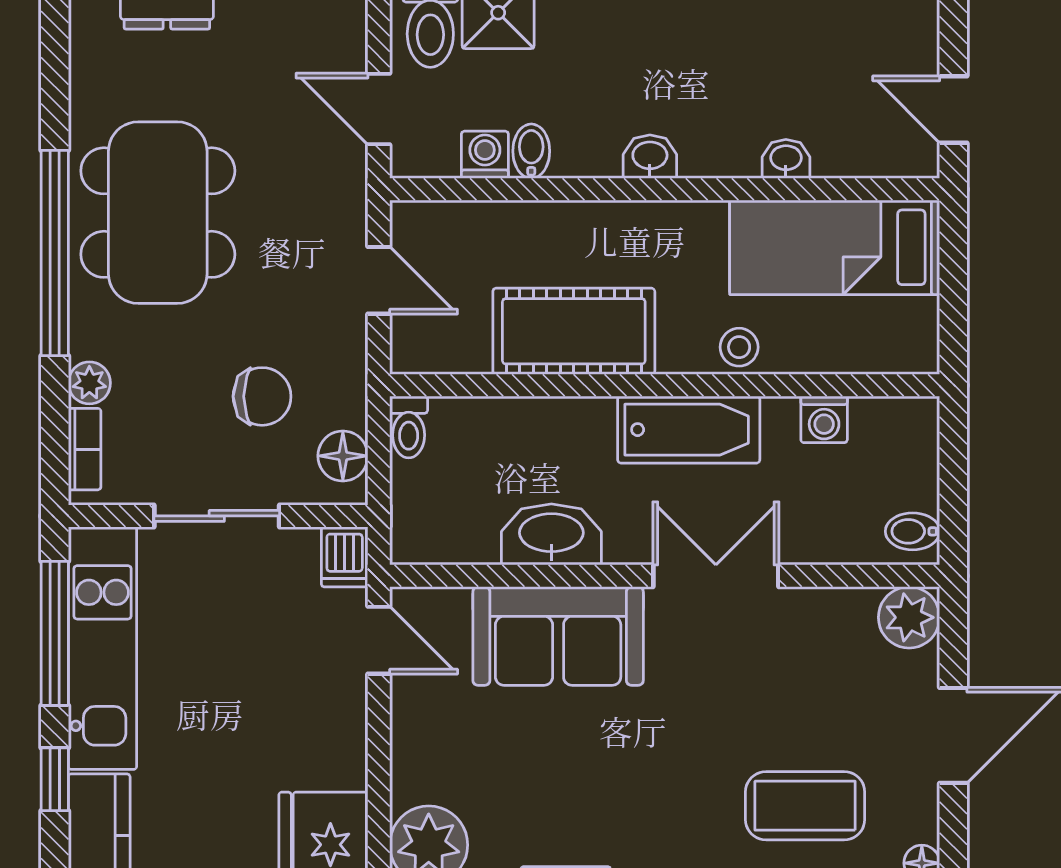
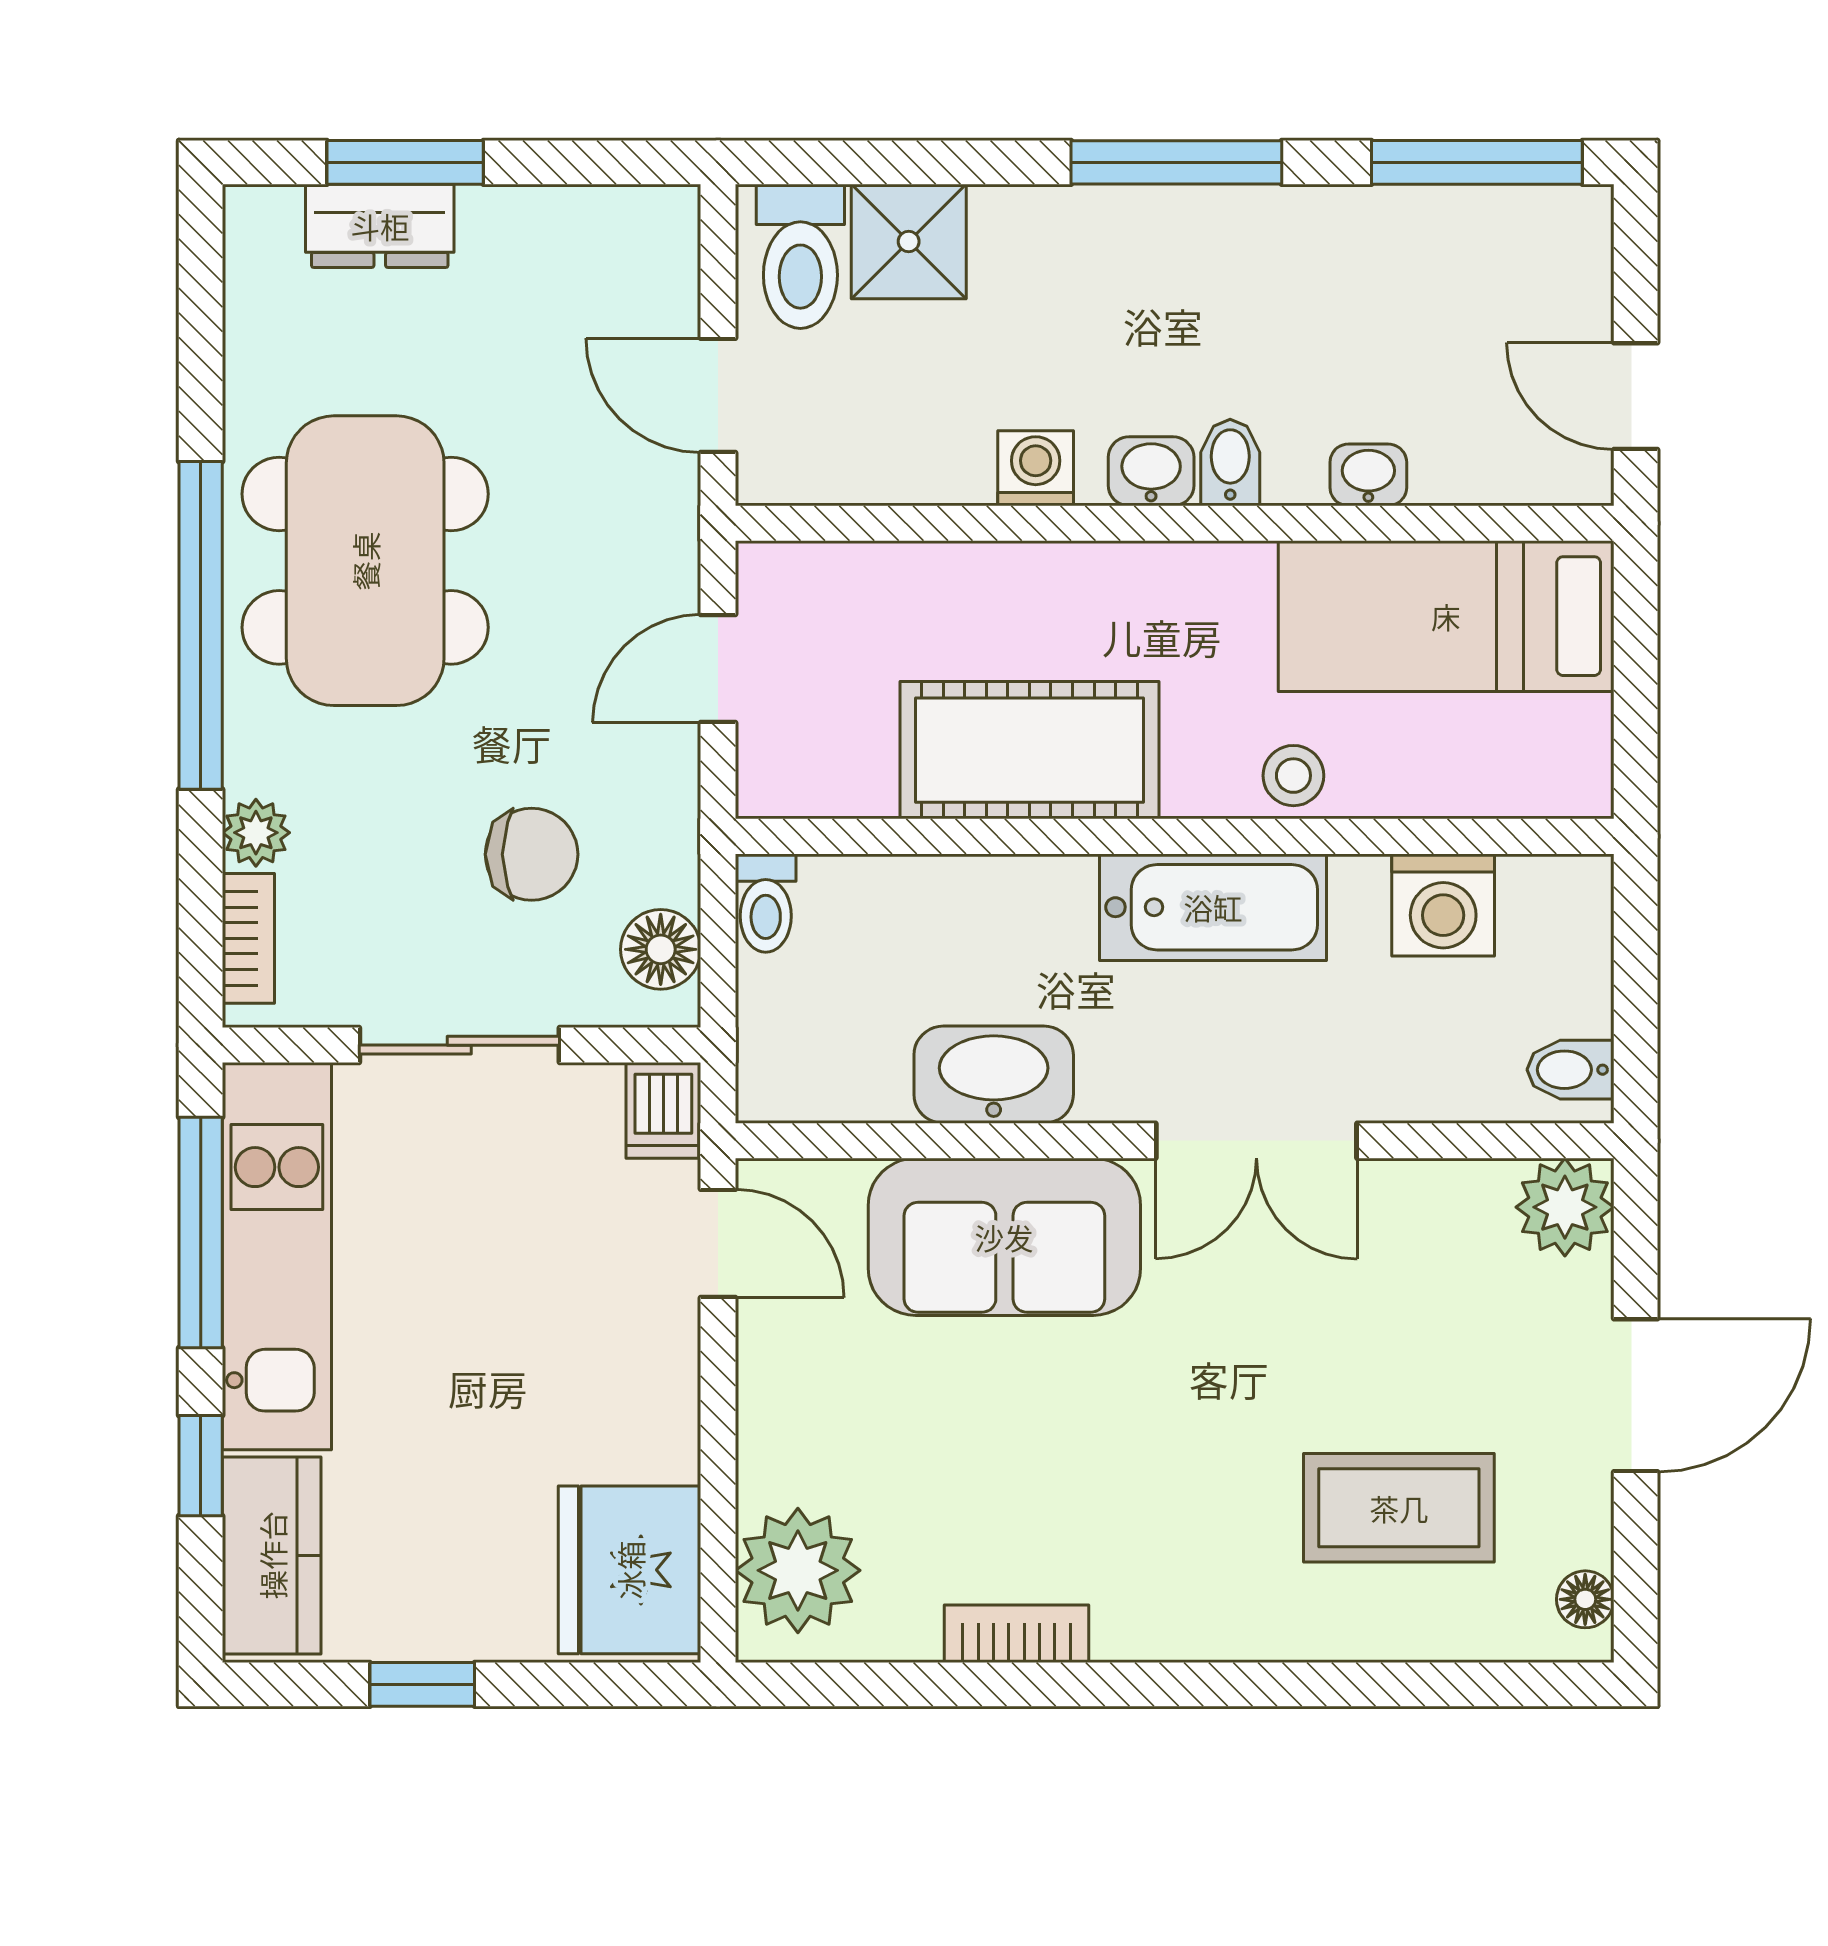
bidet: (531, 151) -> (1230, 463), moved
washing machine: (485, 155) -> (1036, 468), moved
door: (379, 280) -> (718, 669), swing flipped
washing machine: (824, 419) -> (1443, 905), width x1.38, depth x1.38
double door: (716, 576) -> (1256, 1141), swing flipped

